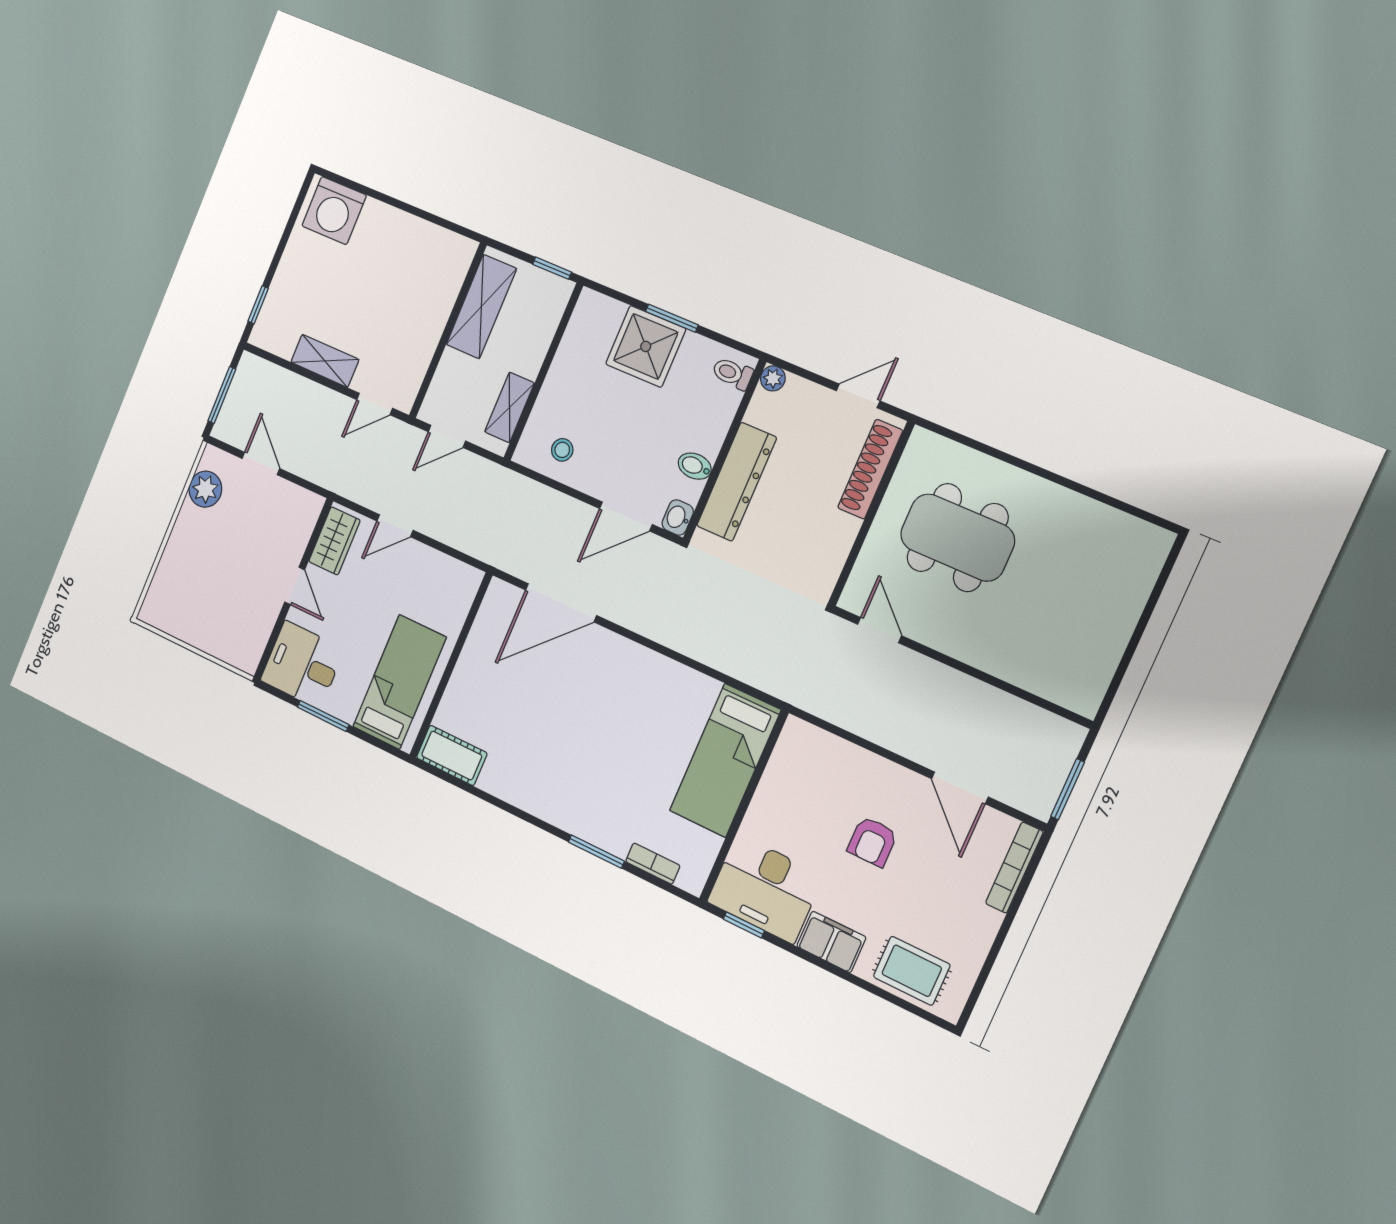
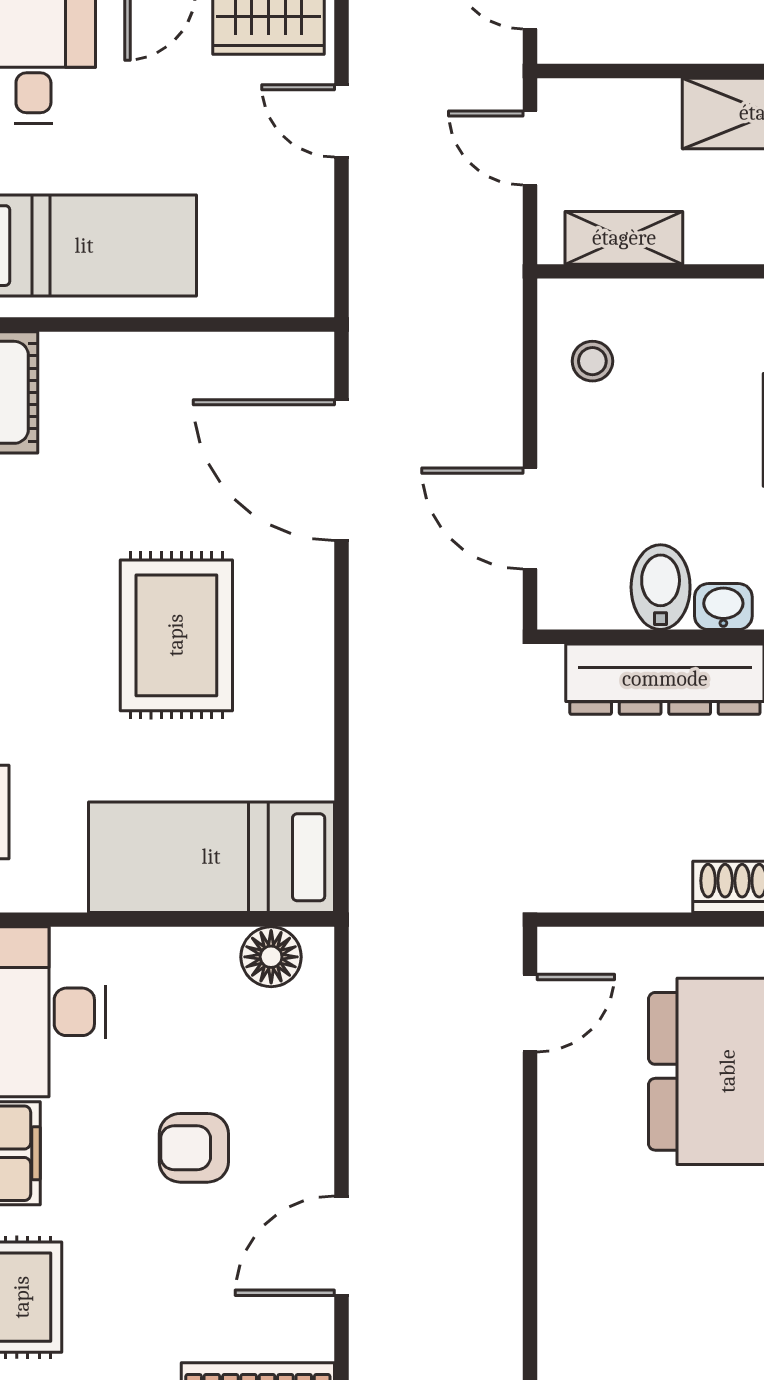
bidet: (695, 466) -> (661, 587), width x1.38, depth x1.36
washbasin: (678, 517) -> (723, 607), moved
rug: (606, 725) -> (176, 635), added
floor lamp: (790, 753) -> (271, 957), added

